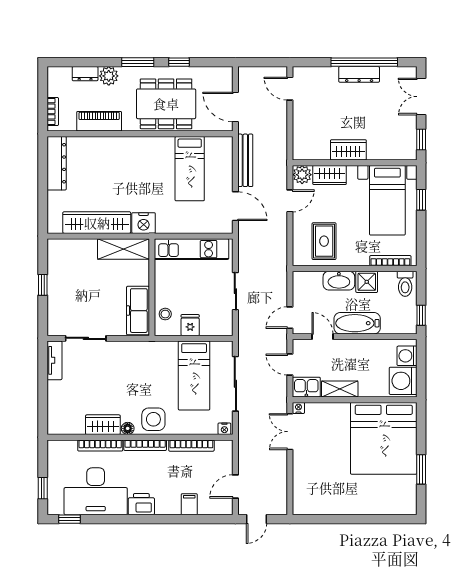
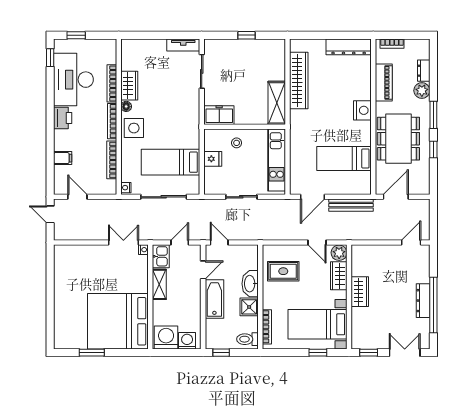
nightstand: (144, 223) -> (362, 110), moved, turned 180
freezer: (138, 311) -> (219, 115), width x0.71
stool: (165, 314) -> (237, 143), moved

